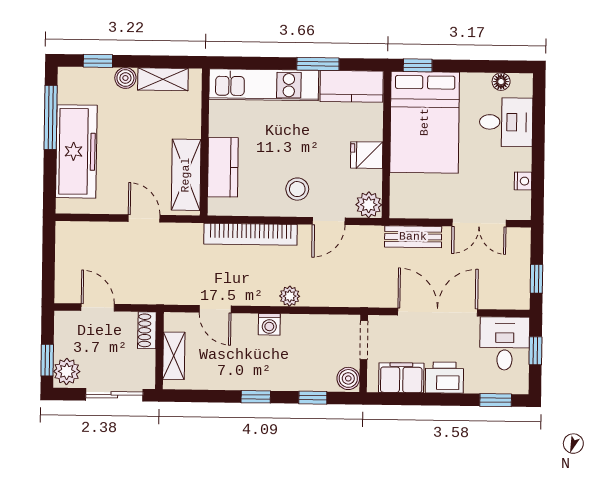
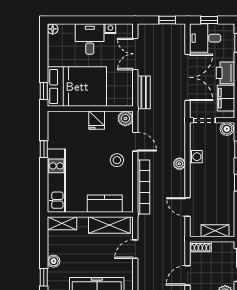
window: (318, 64) -> (44, 149), width x0.67
shelving: (163, 79) -> (62, 223), moved, turned 90
floor lamp: (501, 82) -> (53, 29), moved
kitchen counter: (352, 86) -> (57, 129), removed
desk: (506, 122) -> (90, 39), moved
double door: (479, 223) -> (135, 54), swing flipped
door: (215, 309) -> (187, 207), swing flipped
double door: (438, 312) -> (187, 77), swing flipped
washing machine: (269, 324) -> (196, 157), moved

